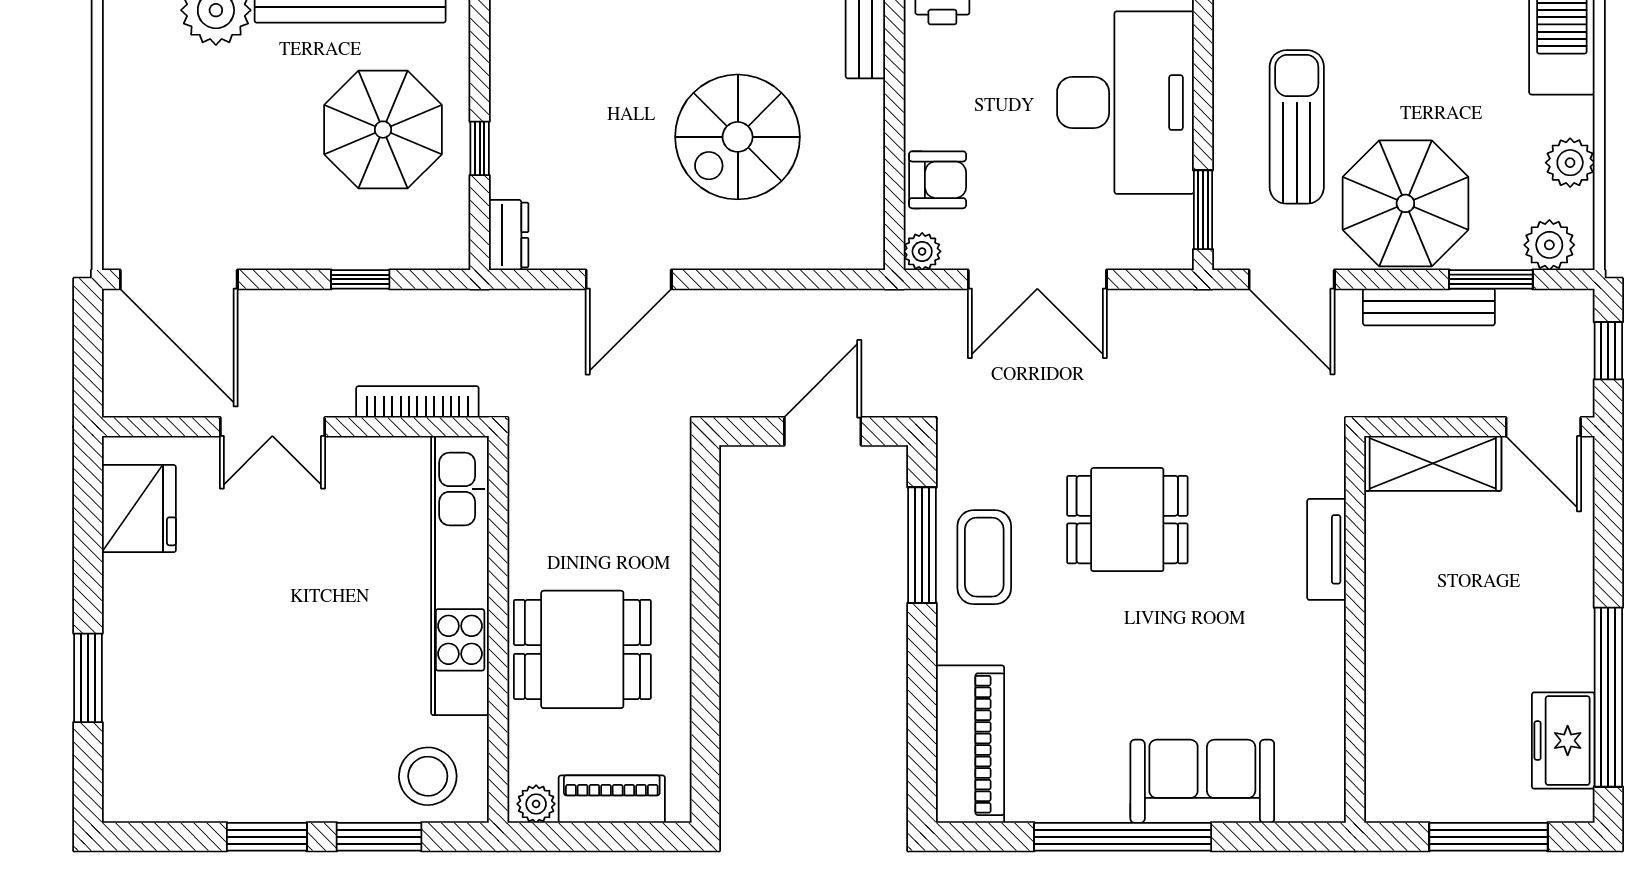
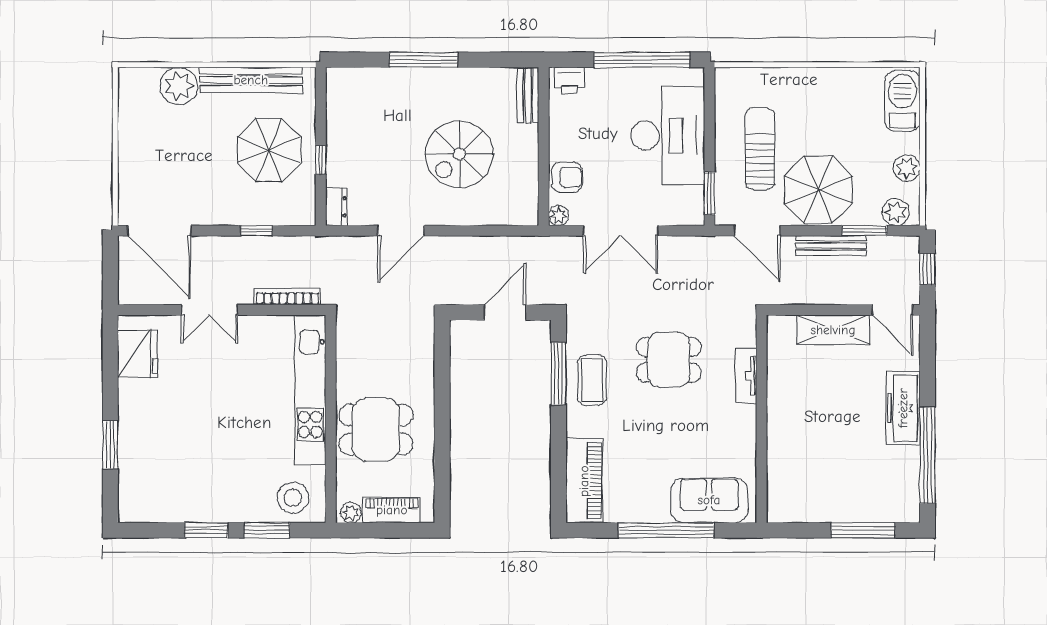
tv unit: (1327, 549) -> (746, 376), moved
wall: (1355, 629) -> (762, 419), moved
freezer: (1563, 741) -> (903, 408), moved, width x1.40

